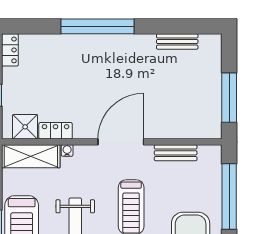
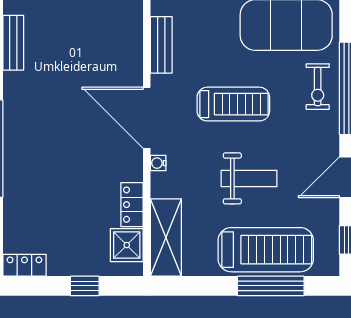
water cooler: (67, 150) -> (158, 163), moved

